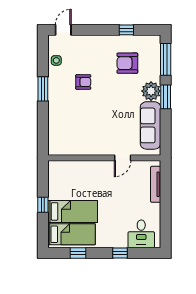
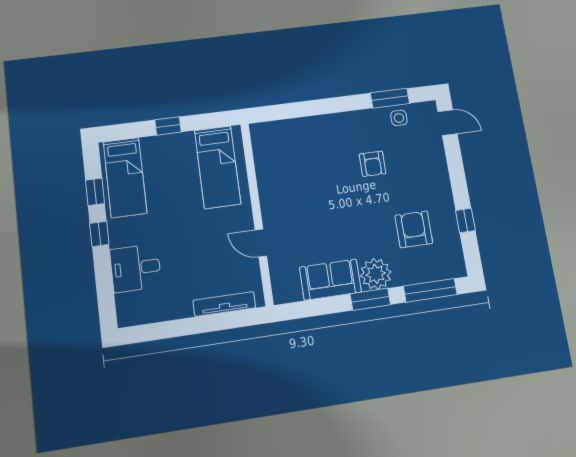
window: (43, 89) -> (390, 98), moved
sofa: (150, 125) -> (330, 280), width x0.73
bed: (73, 211) -> (218, 167), moved
desk: (141, 234) -> (136, 268), moved
window: (120, 253) -> (99, 234), moved

